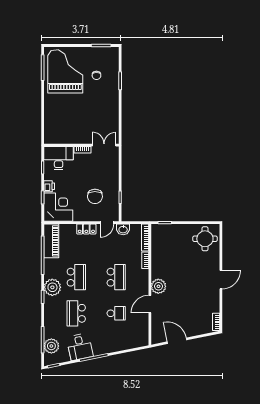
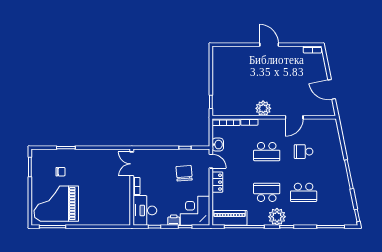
chair: (95, 196) -> (184, 173), turned -94
round table: (205, 239) -> (227, 61), removed
school desk: (116, 277) -> (267, 152), turned 180
plant: (158, 286) -> (263, 108), moved
door: (150, 304) -> (294, 117), hinge flipped
school desk: (116, 313) -> (304, 152), turned -90
door: (177, 341) -> (332, 89), hinge flipped
plant: (51, 346) -> (337, 218), removed
desk: (80, 347) -> (338, 189), removed

